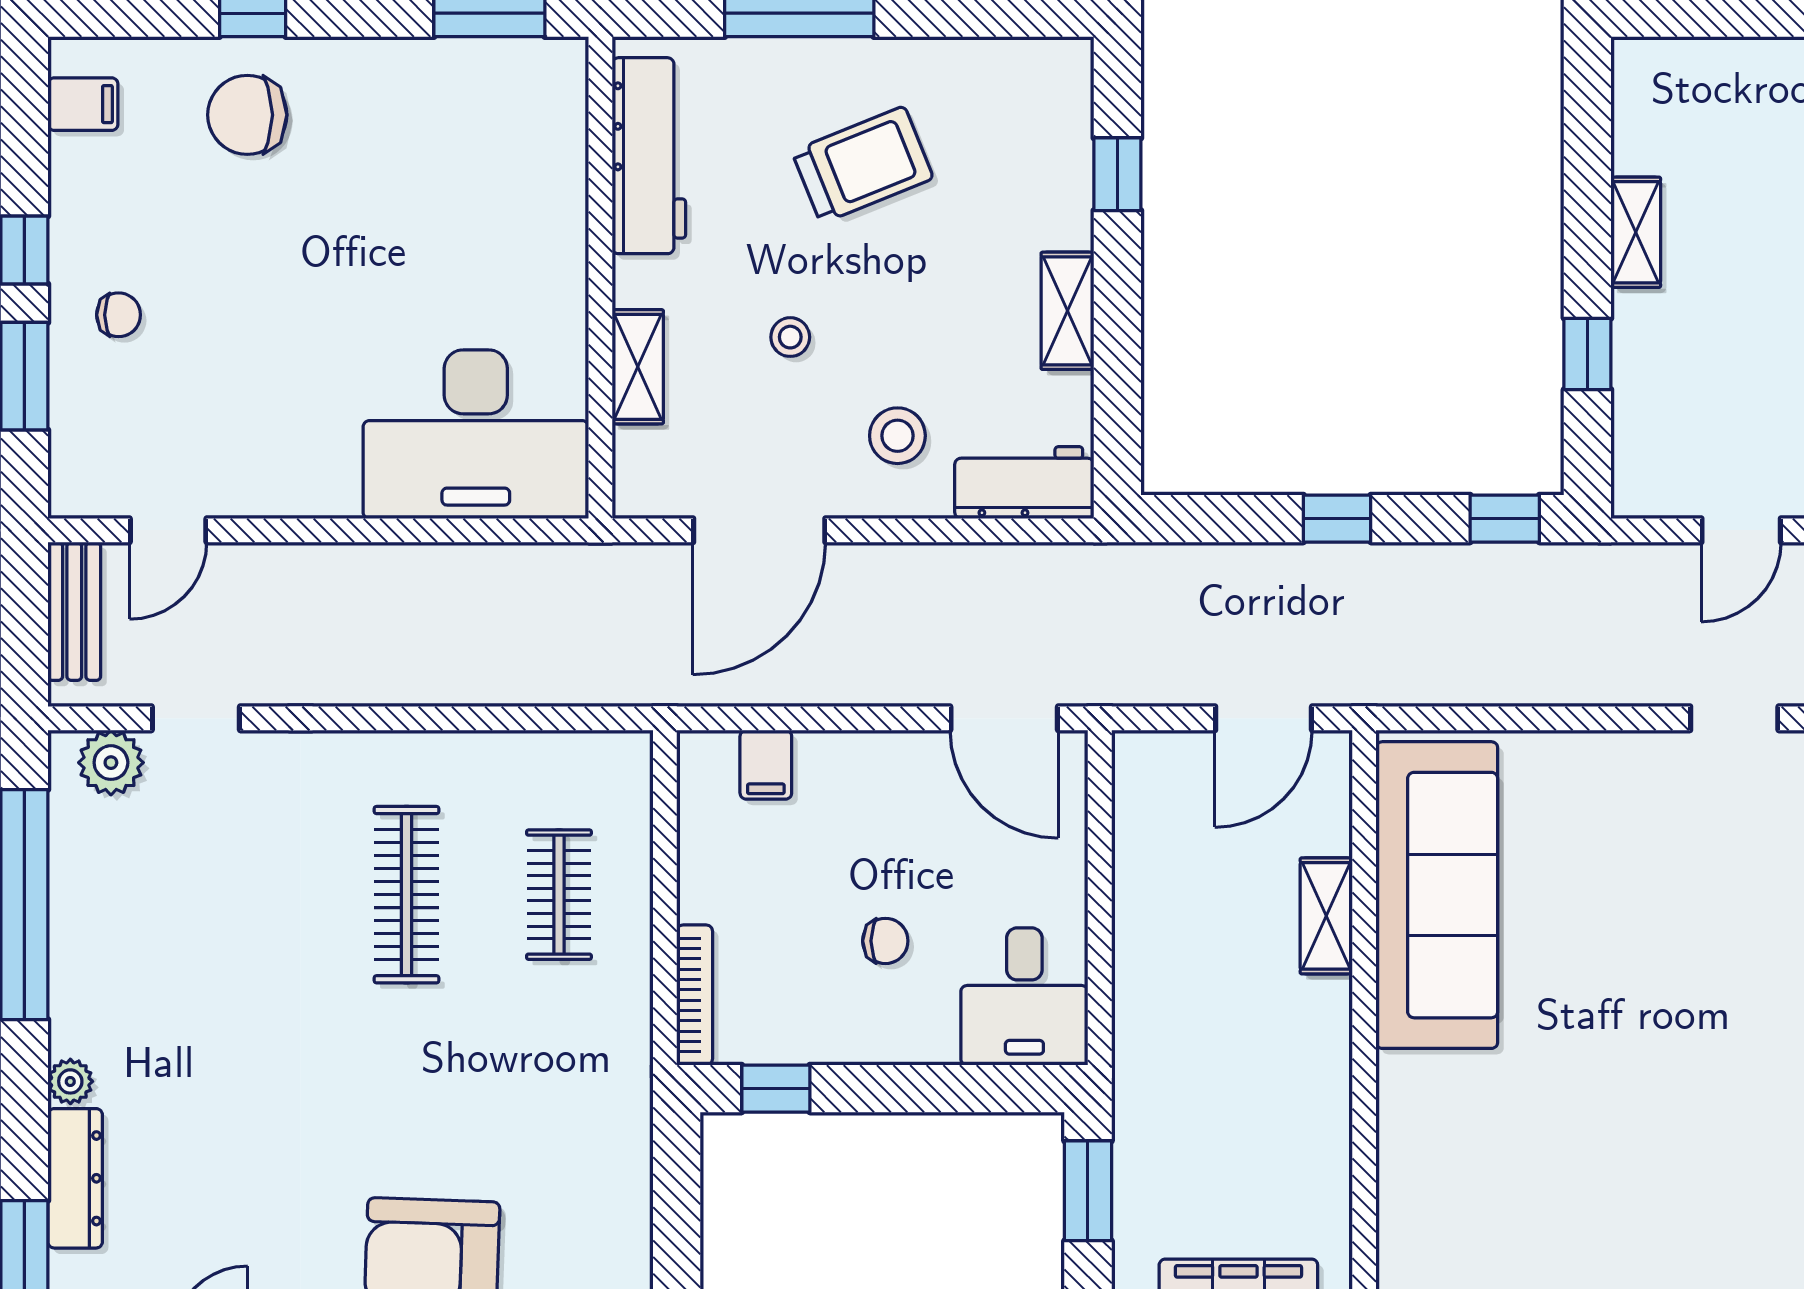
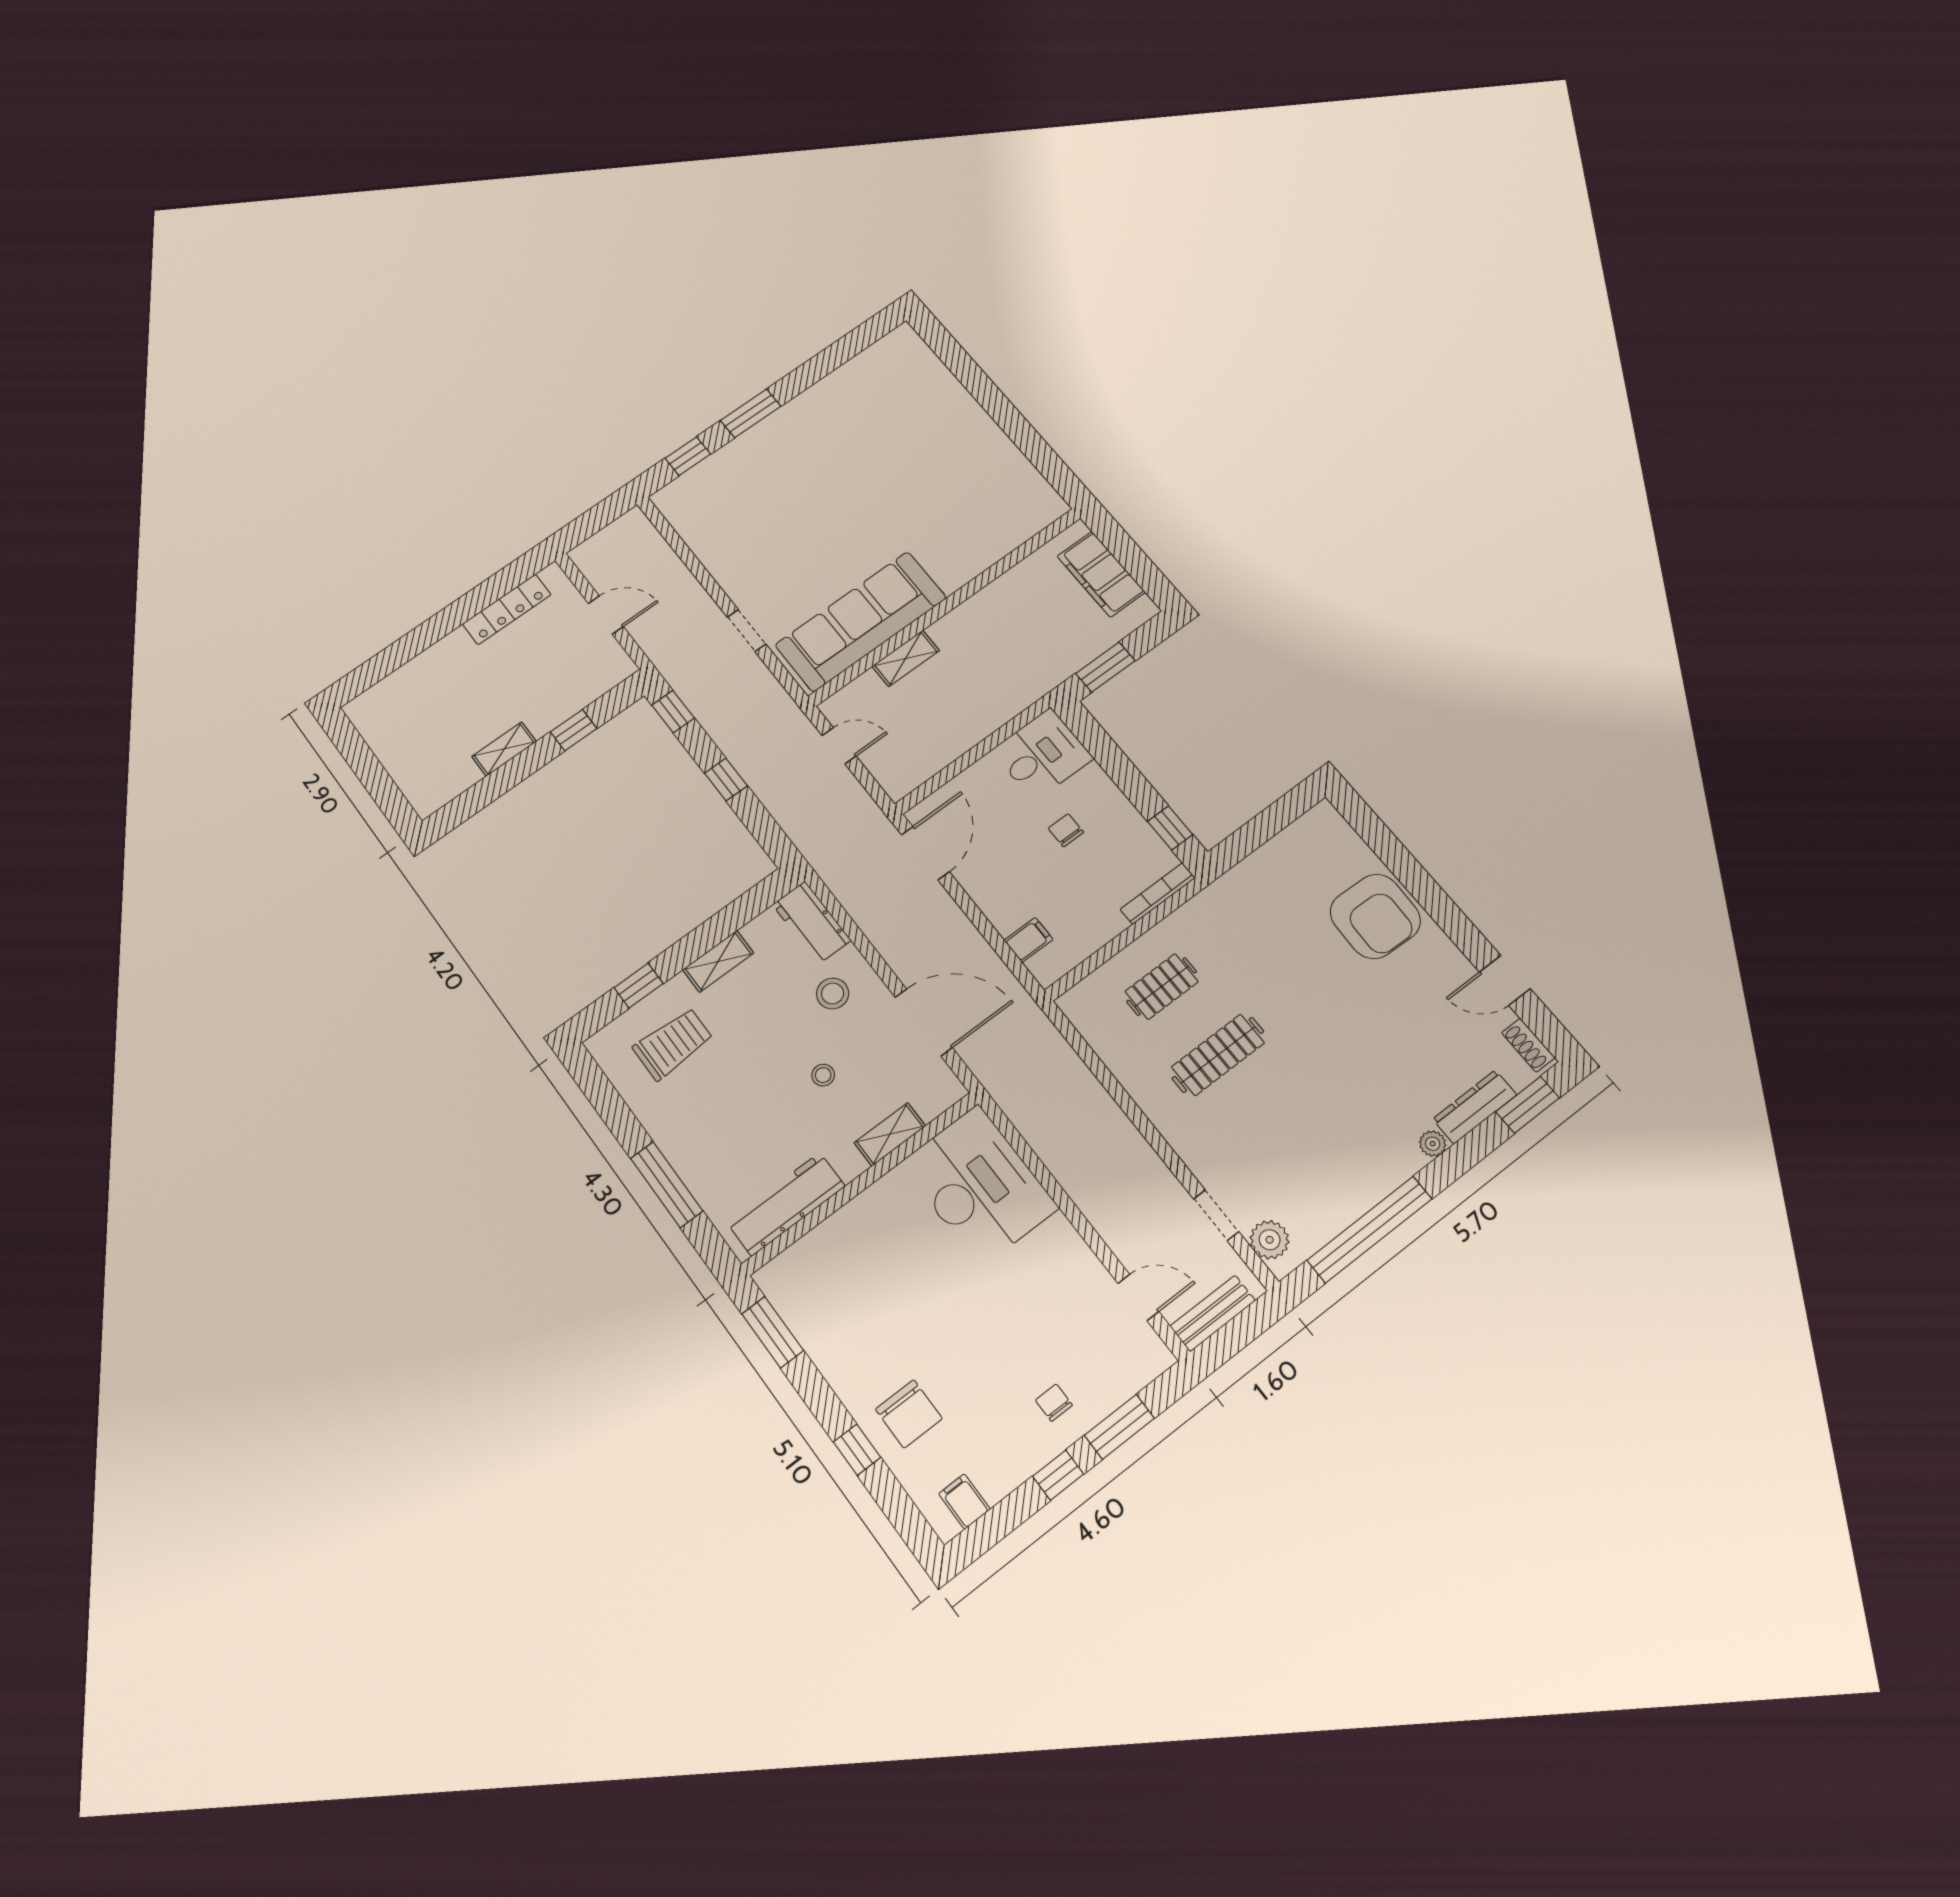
trolley: (863, 165) -> (673, 1044), moved, turned 112
door: (1264, 718) -> (839, 746), width x0.73
doorway: (1734, 718) -> (747, 631), moved

